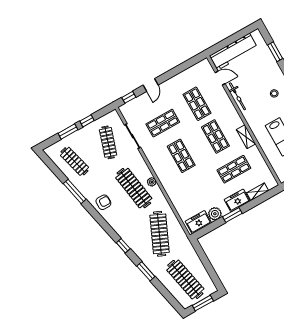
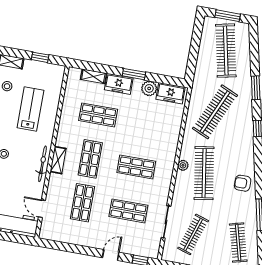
bicycle: (237, 96) -> (42, 164), moved
shelving: (246, 137) -> (58, 160), moved
shop shelf: (181, 156) -> (136, 167), turned 90

